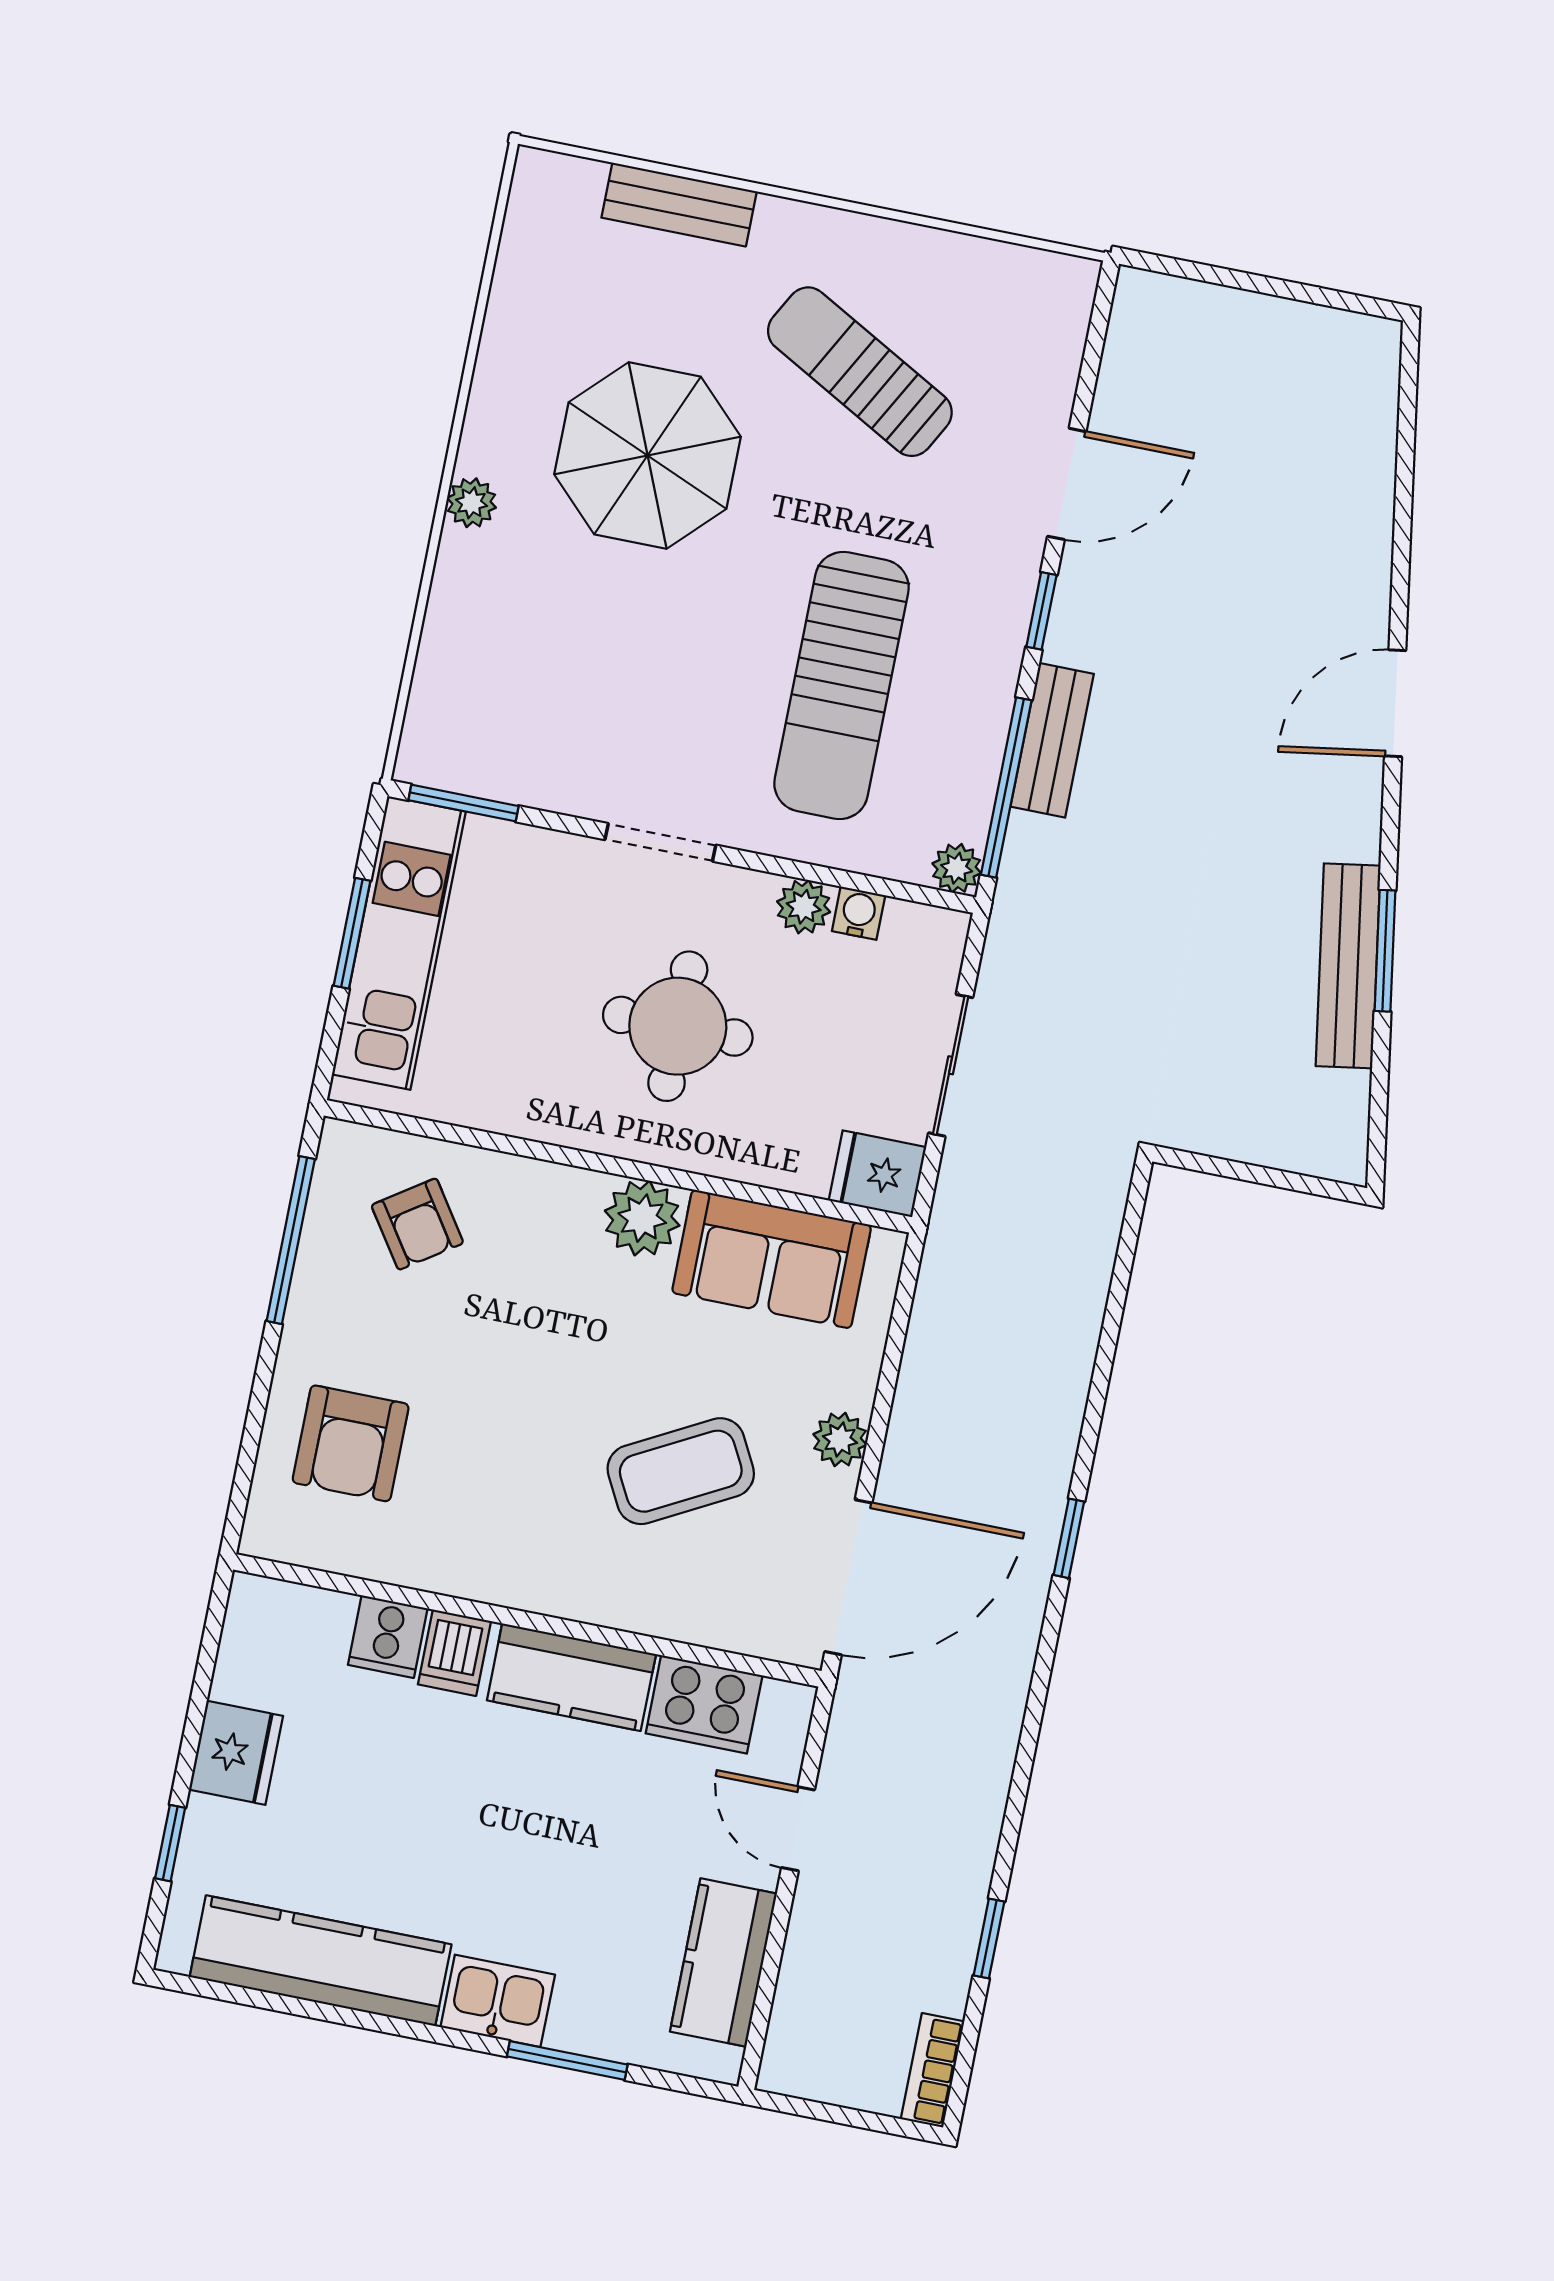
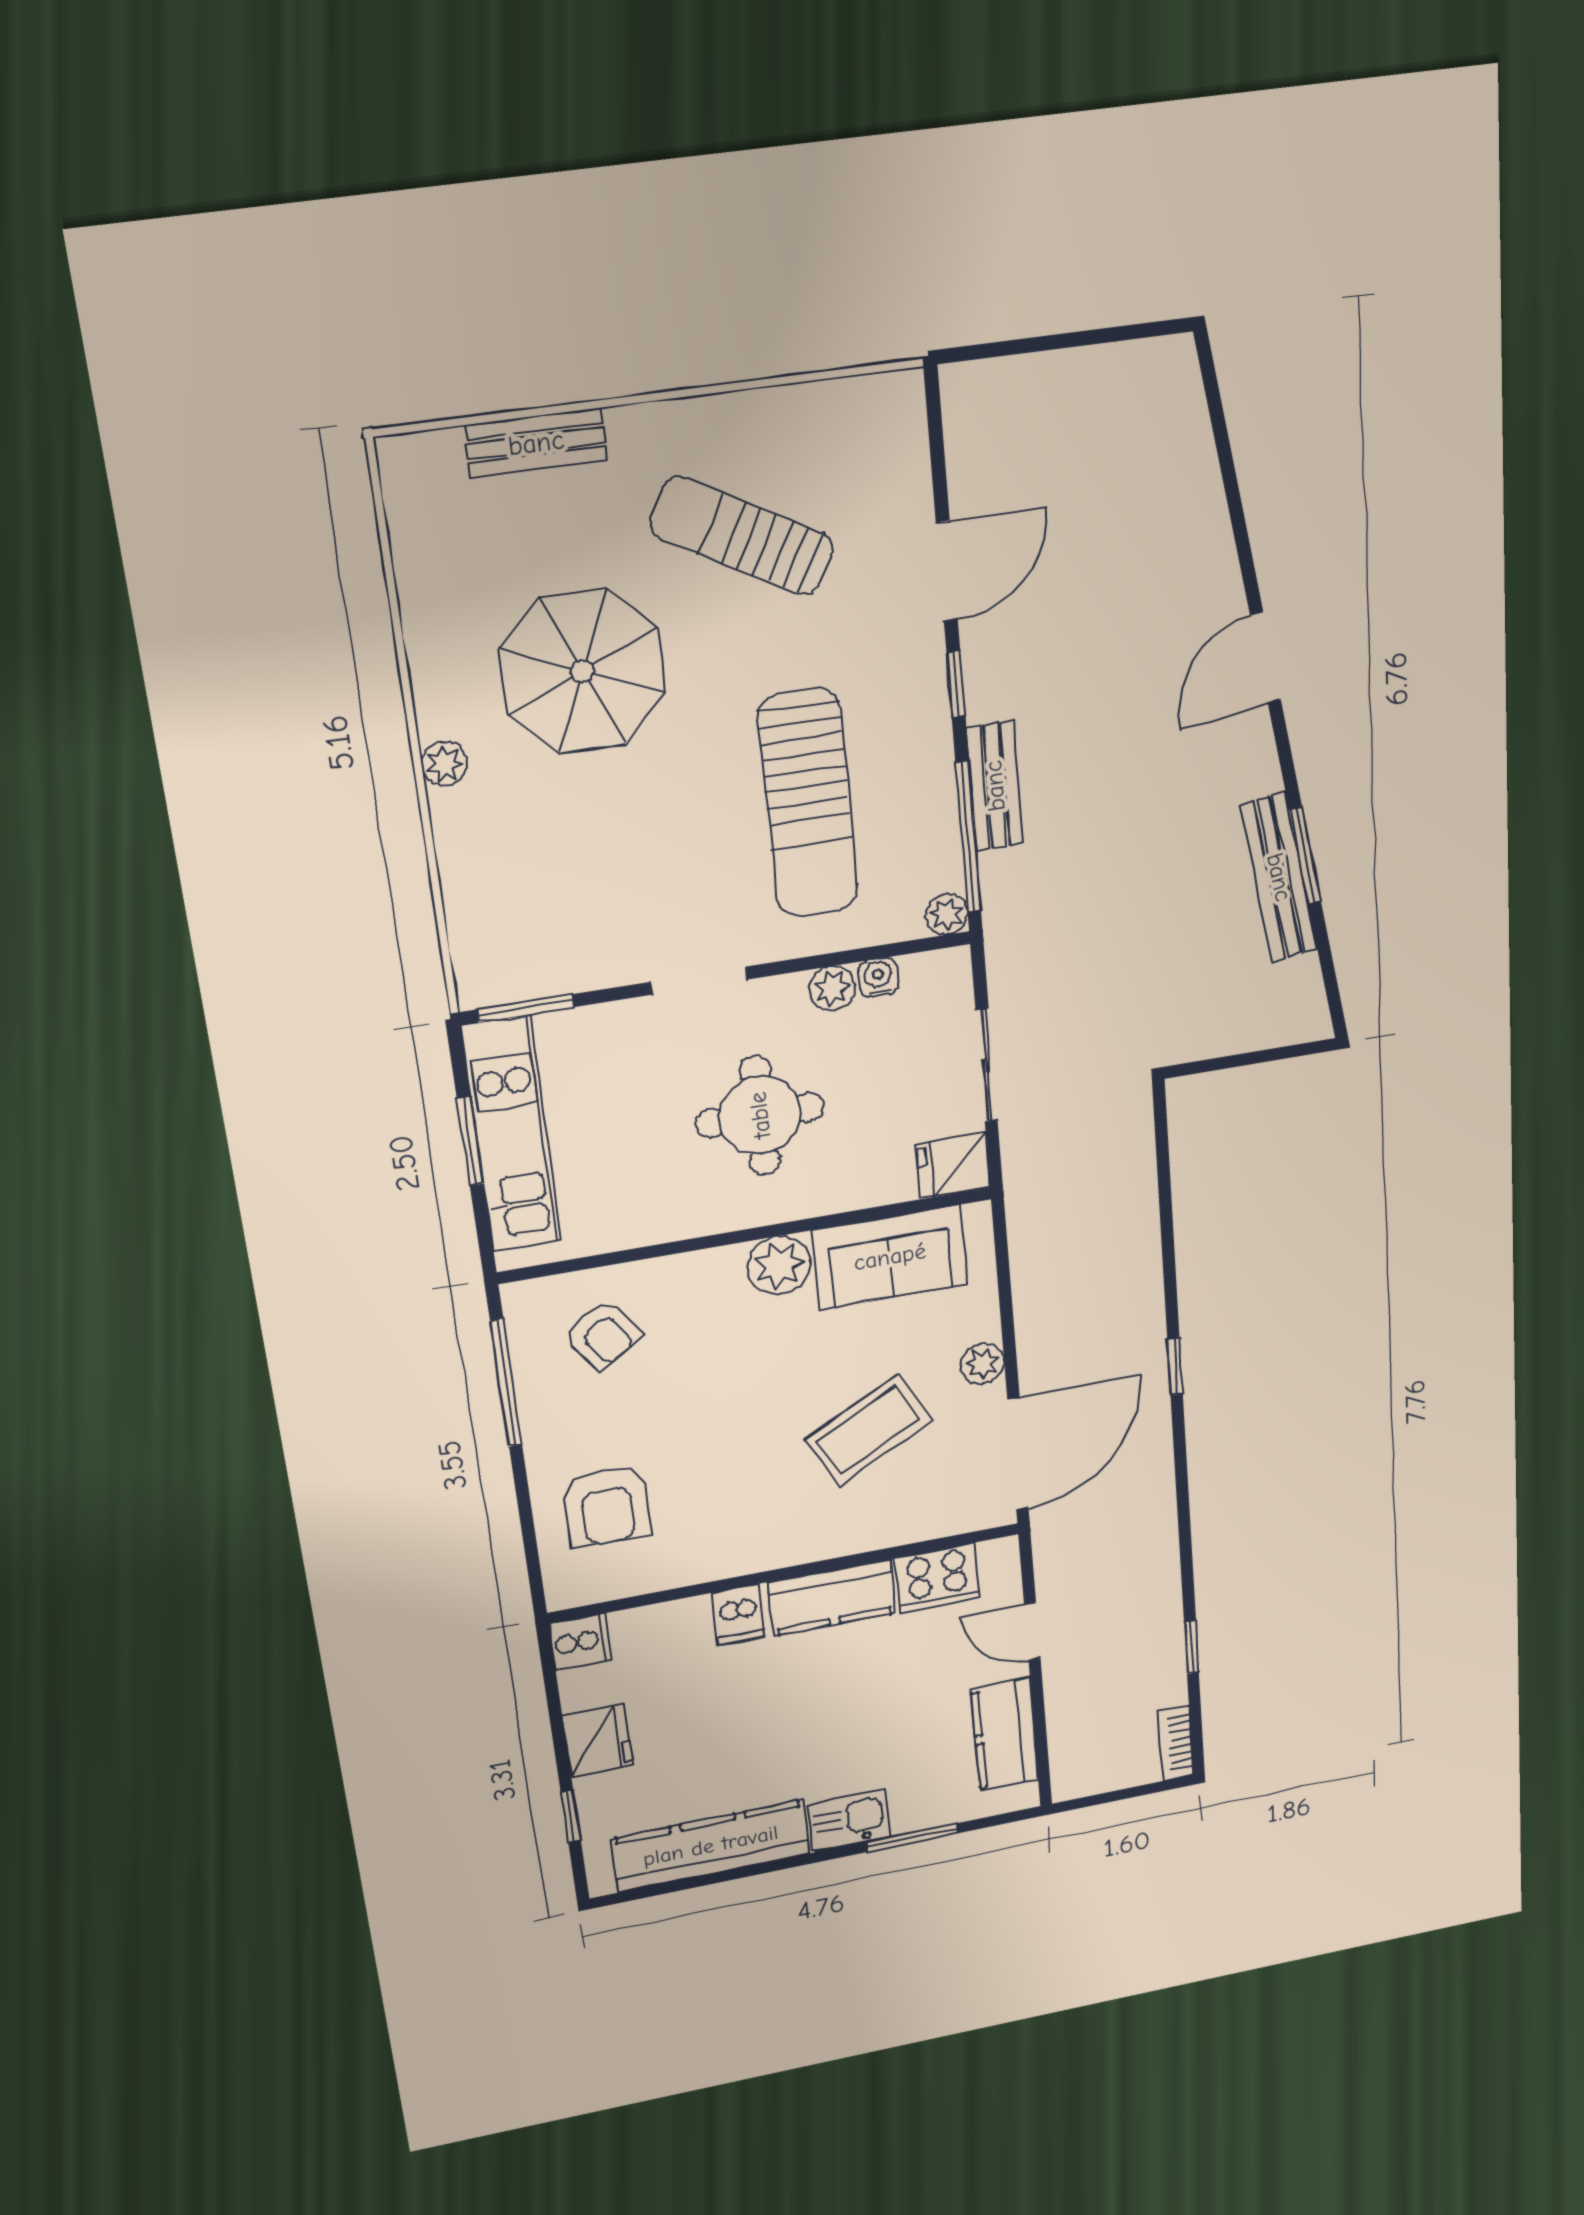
cooker: (388, 1637) -> (581, 1642), moved, turned -90

